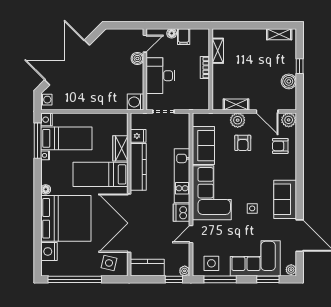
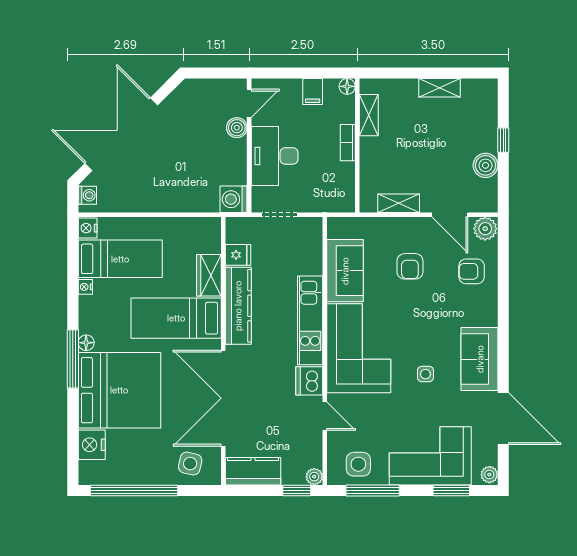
floor lamp: (172, 33) -> (347, 86), moved
shelving: (279, 34) -> (440, 88), moved
plant: (238, 120) -> (401, 229), removed
window: (38, 141) -> (73, 359), moved
door: (191, 234) -> (325, 416), swing flipped

